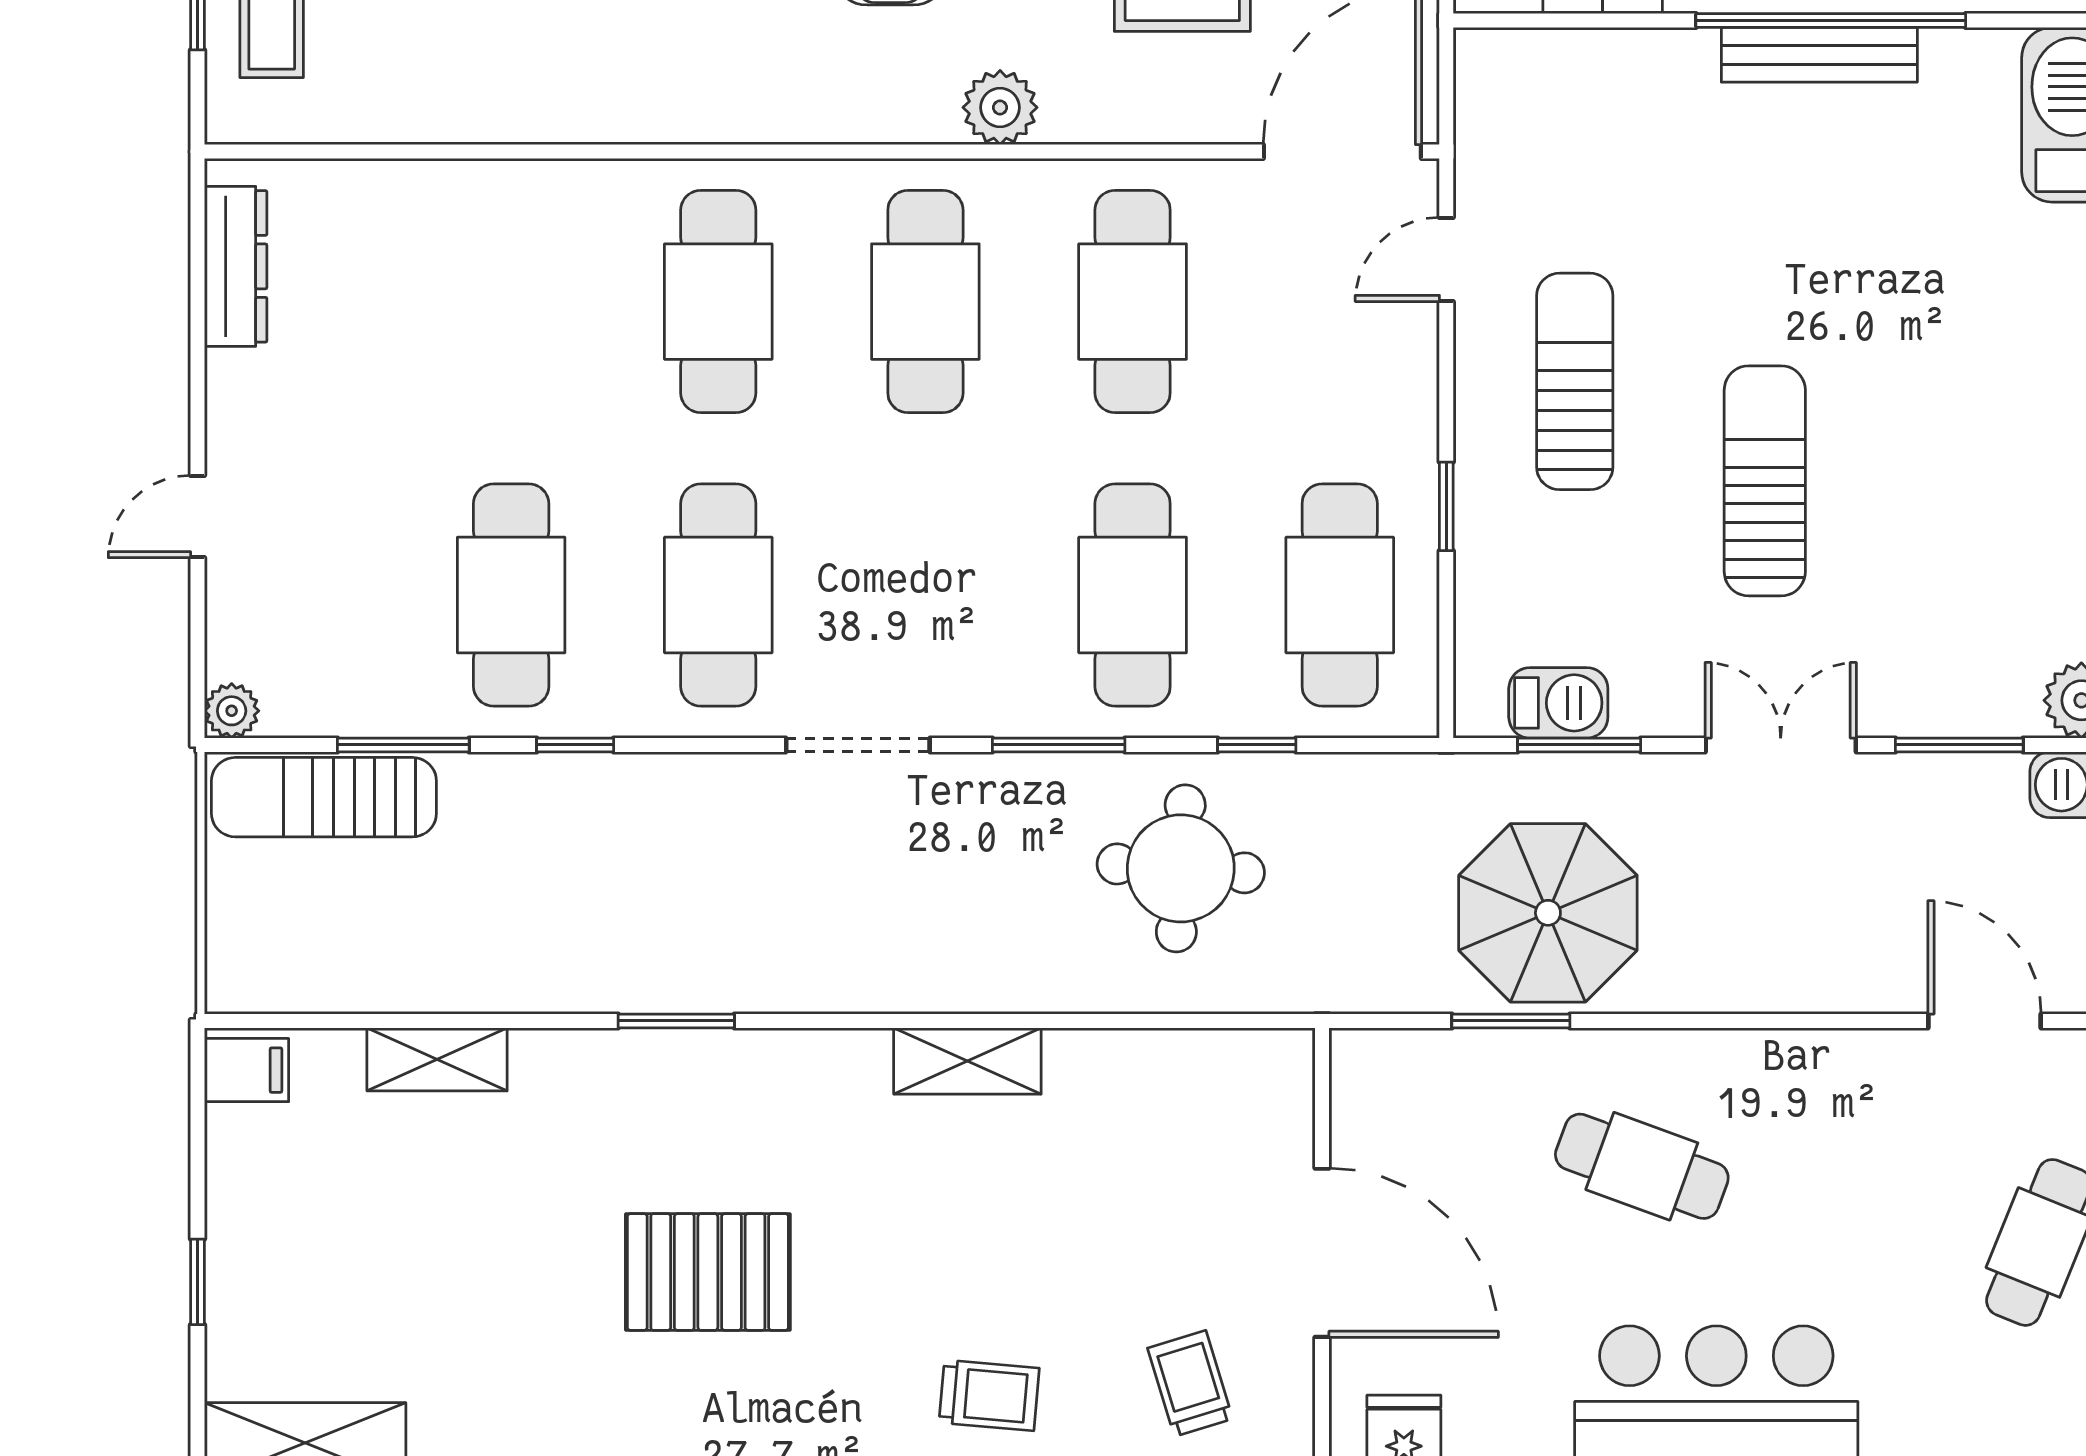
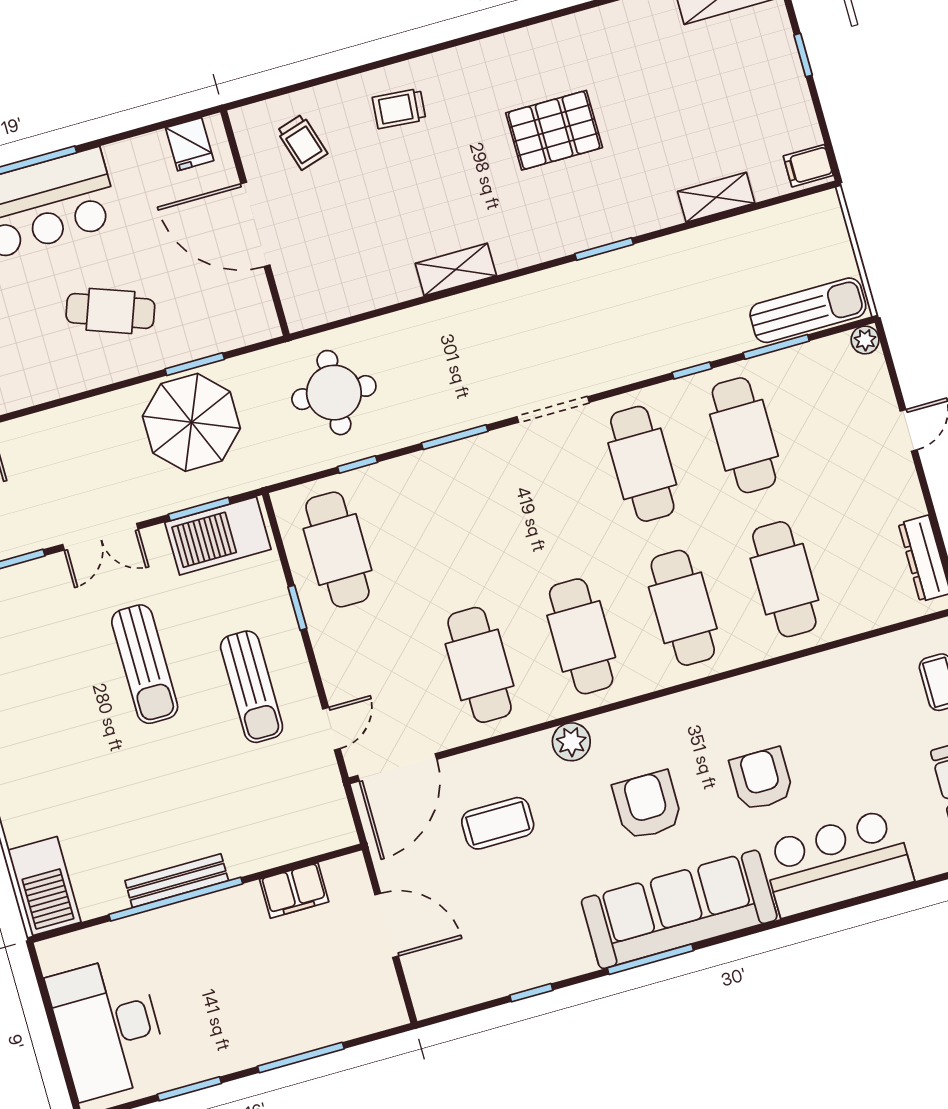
cafe table: (1133, 595) -> (784, 579), moved
barbecue: (1558, 703) -> (218, 536), width x1.88, depth x1.53
round table: (1181, 868) -> (334, 393), moved

